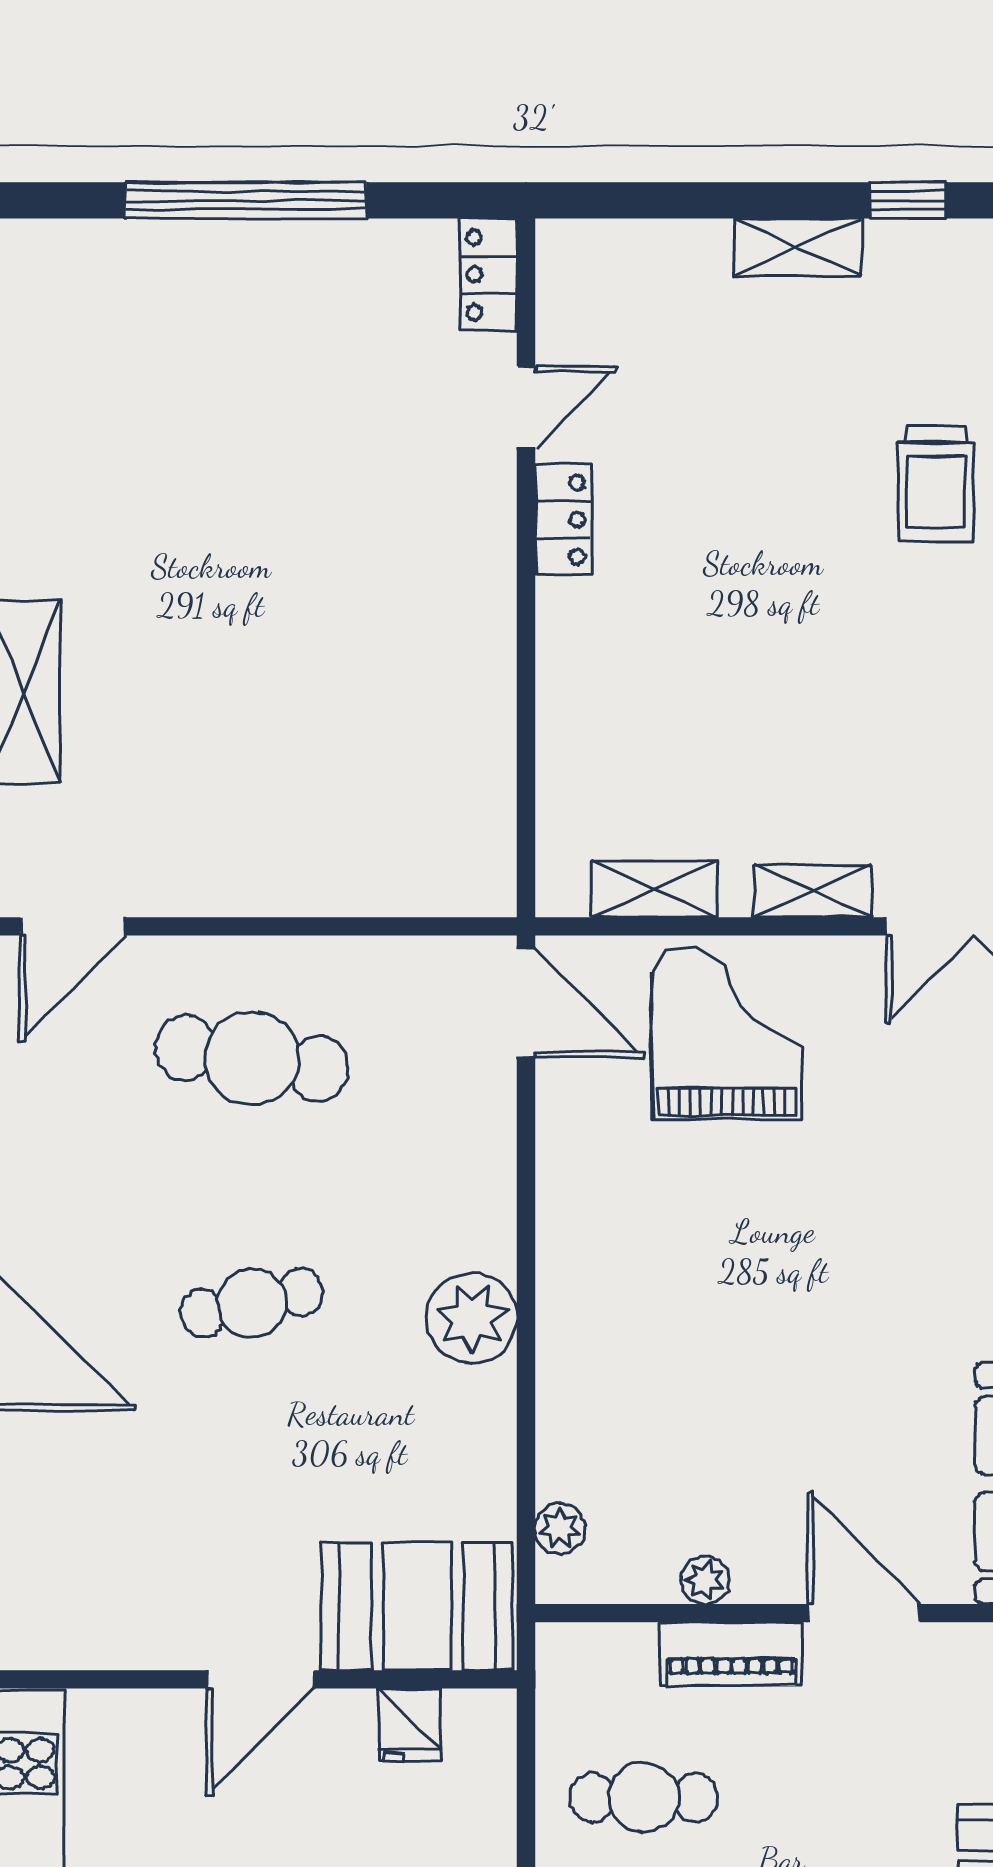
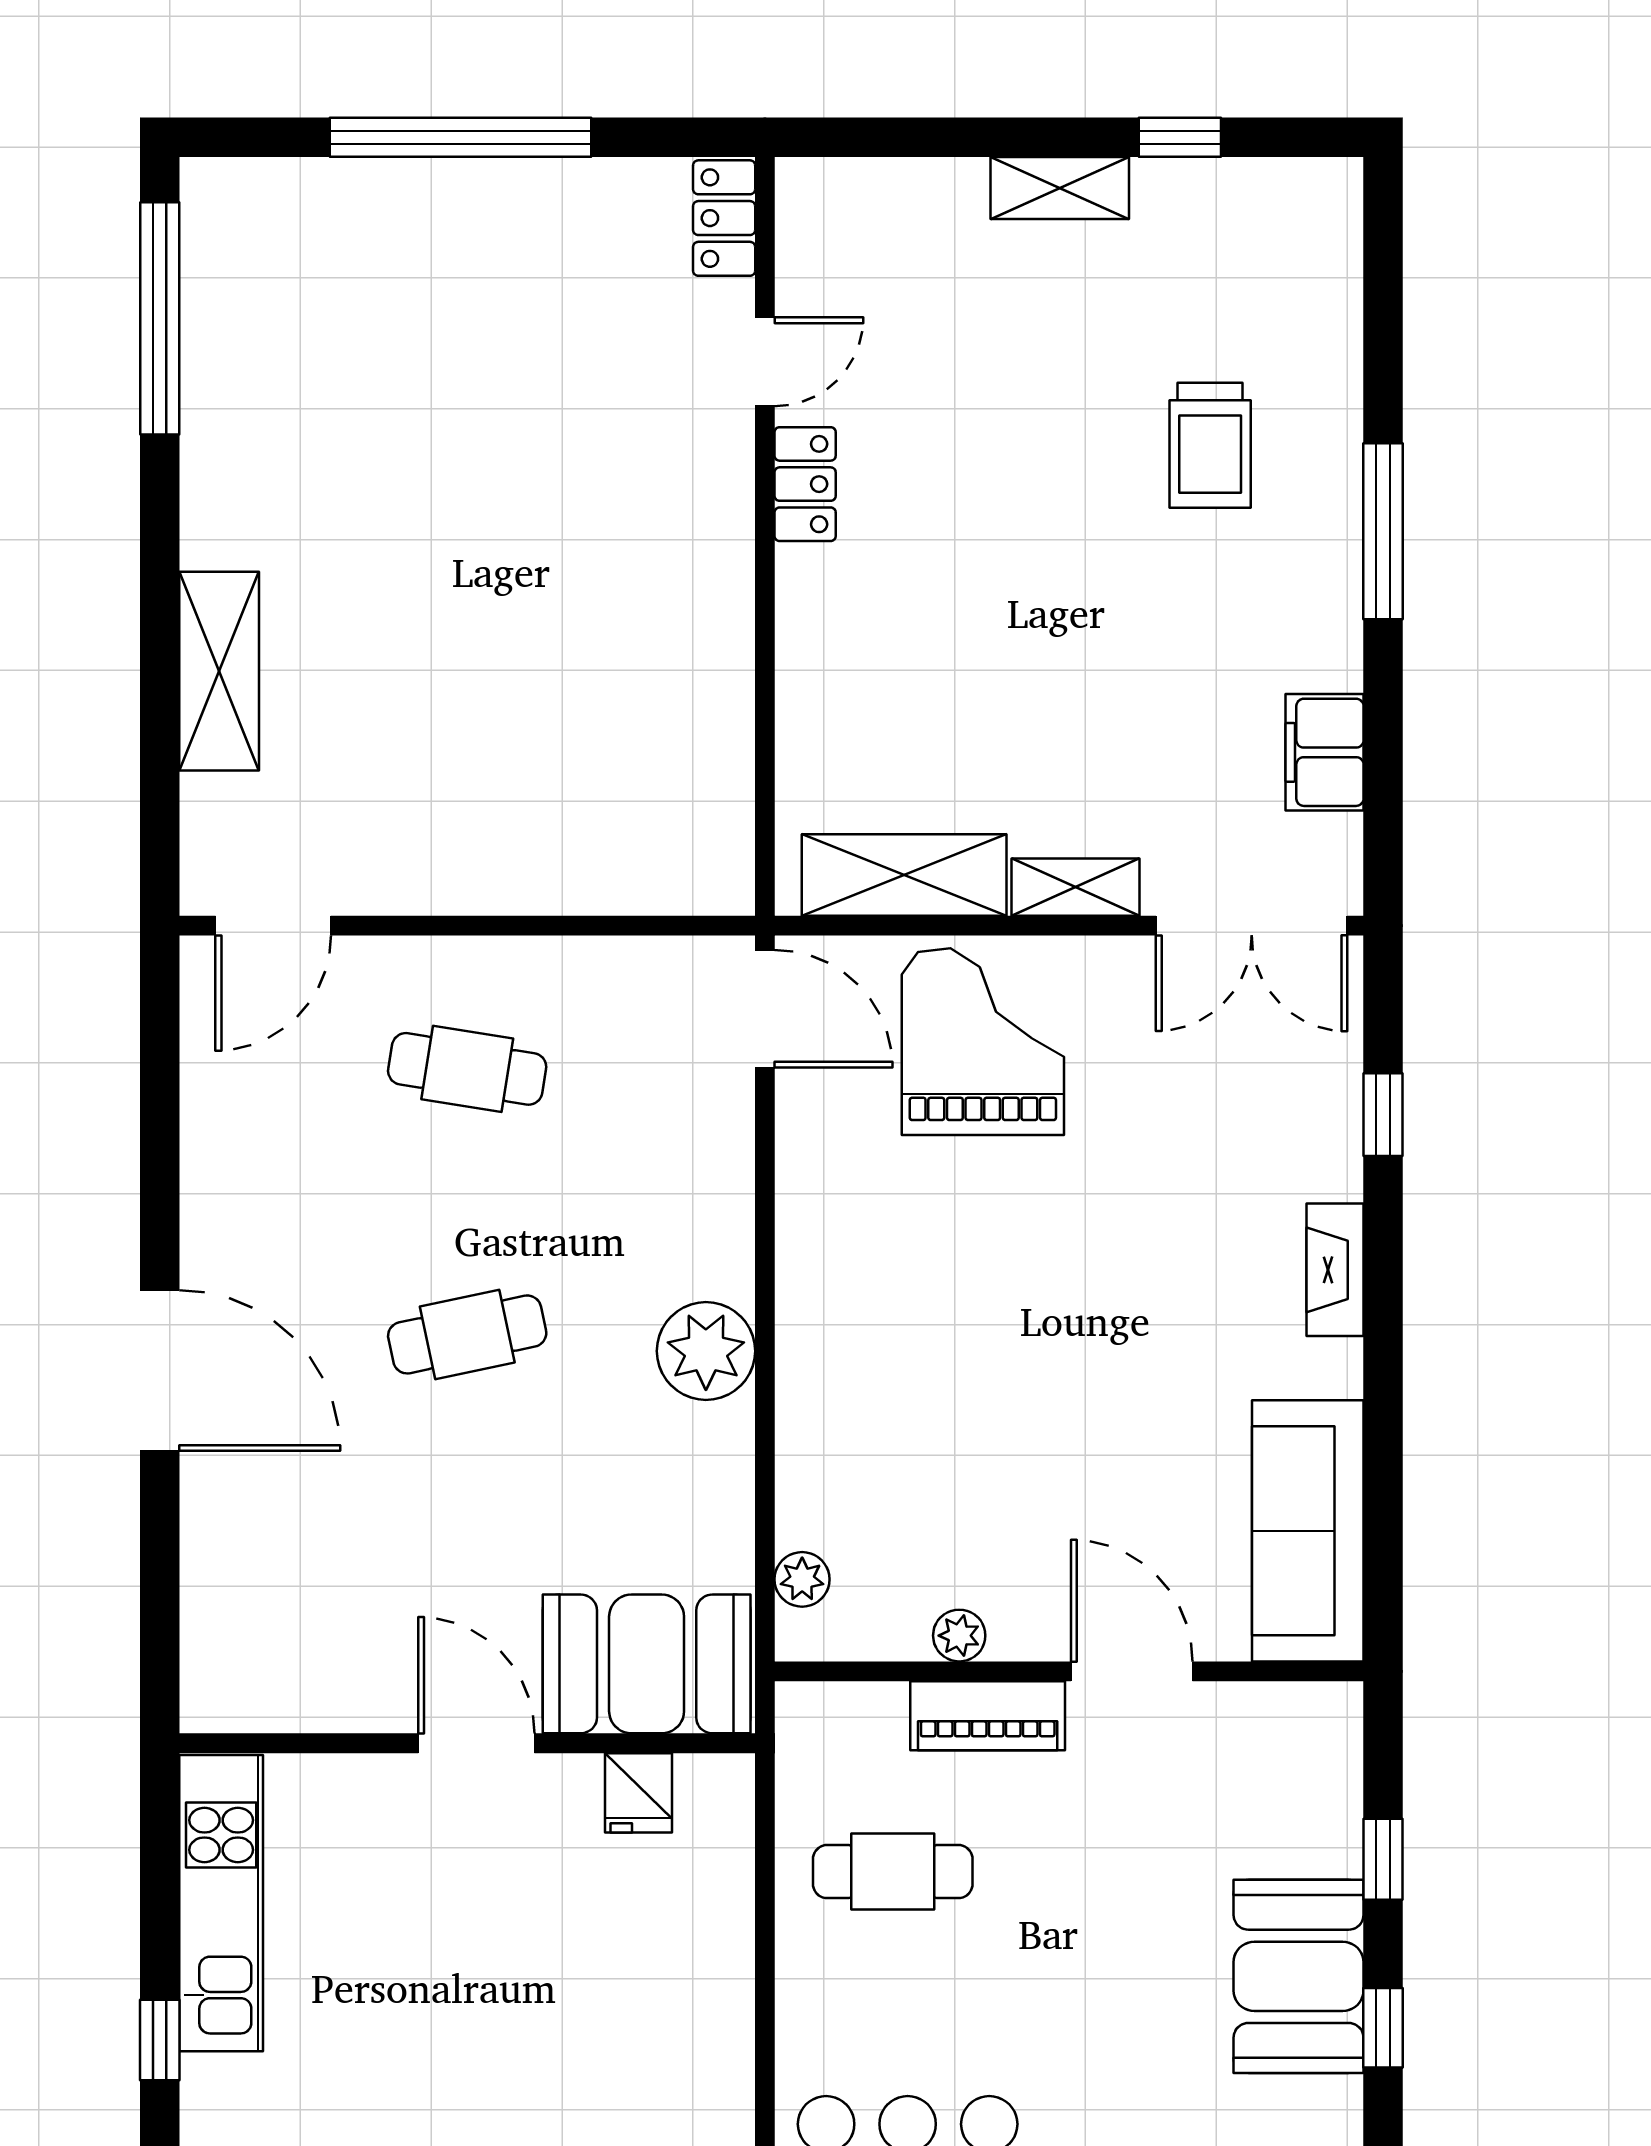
shelving: (654, 889) -> (904, 875), width x1.50, depth x1.33
cafe table: (252, 1058) -> (467, 1069), width x0.73, depth x0.74
door: (260, 1679) -> (476, 1743), swing flipped

